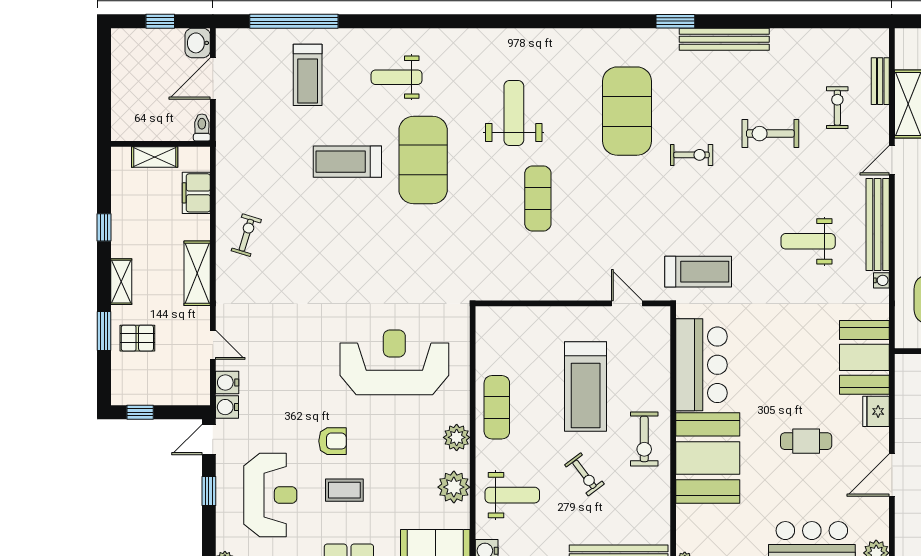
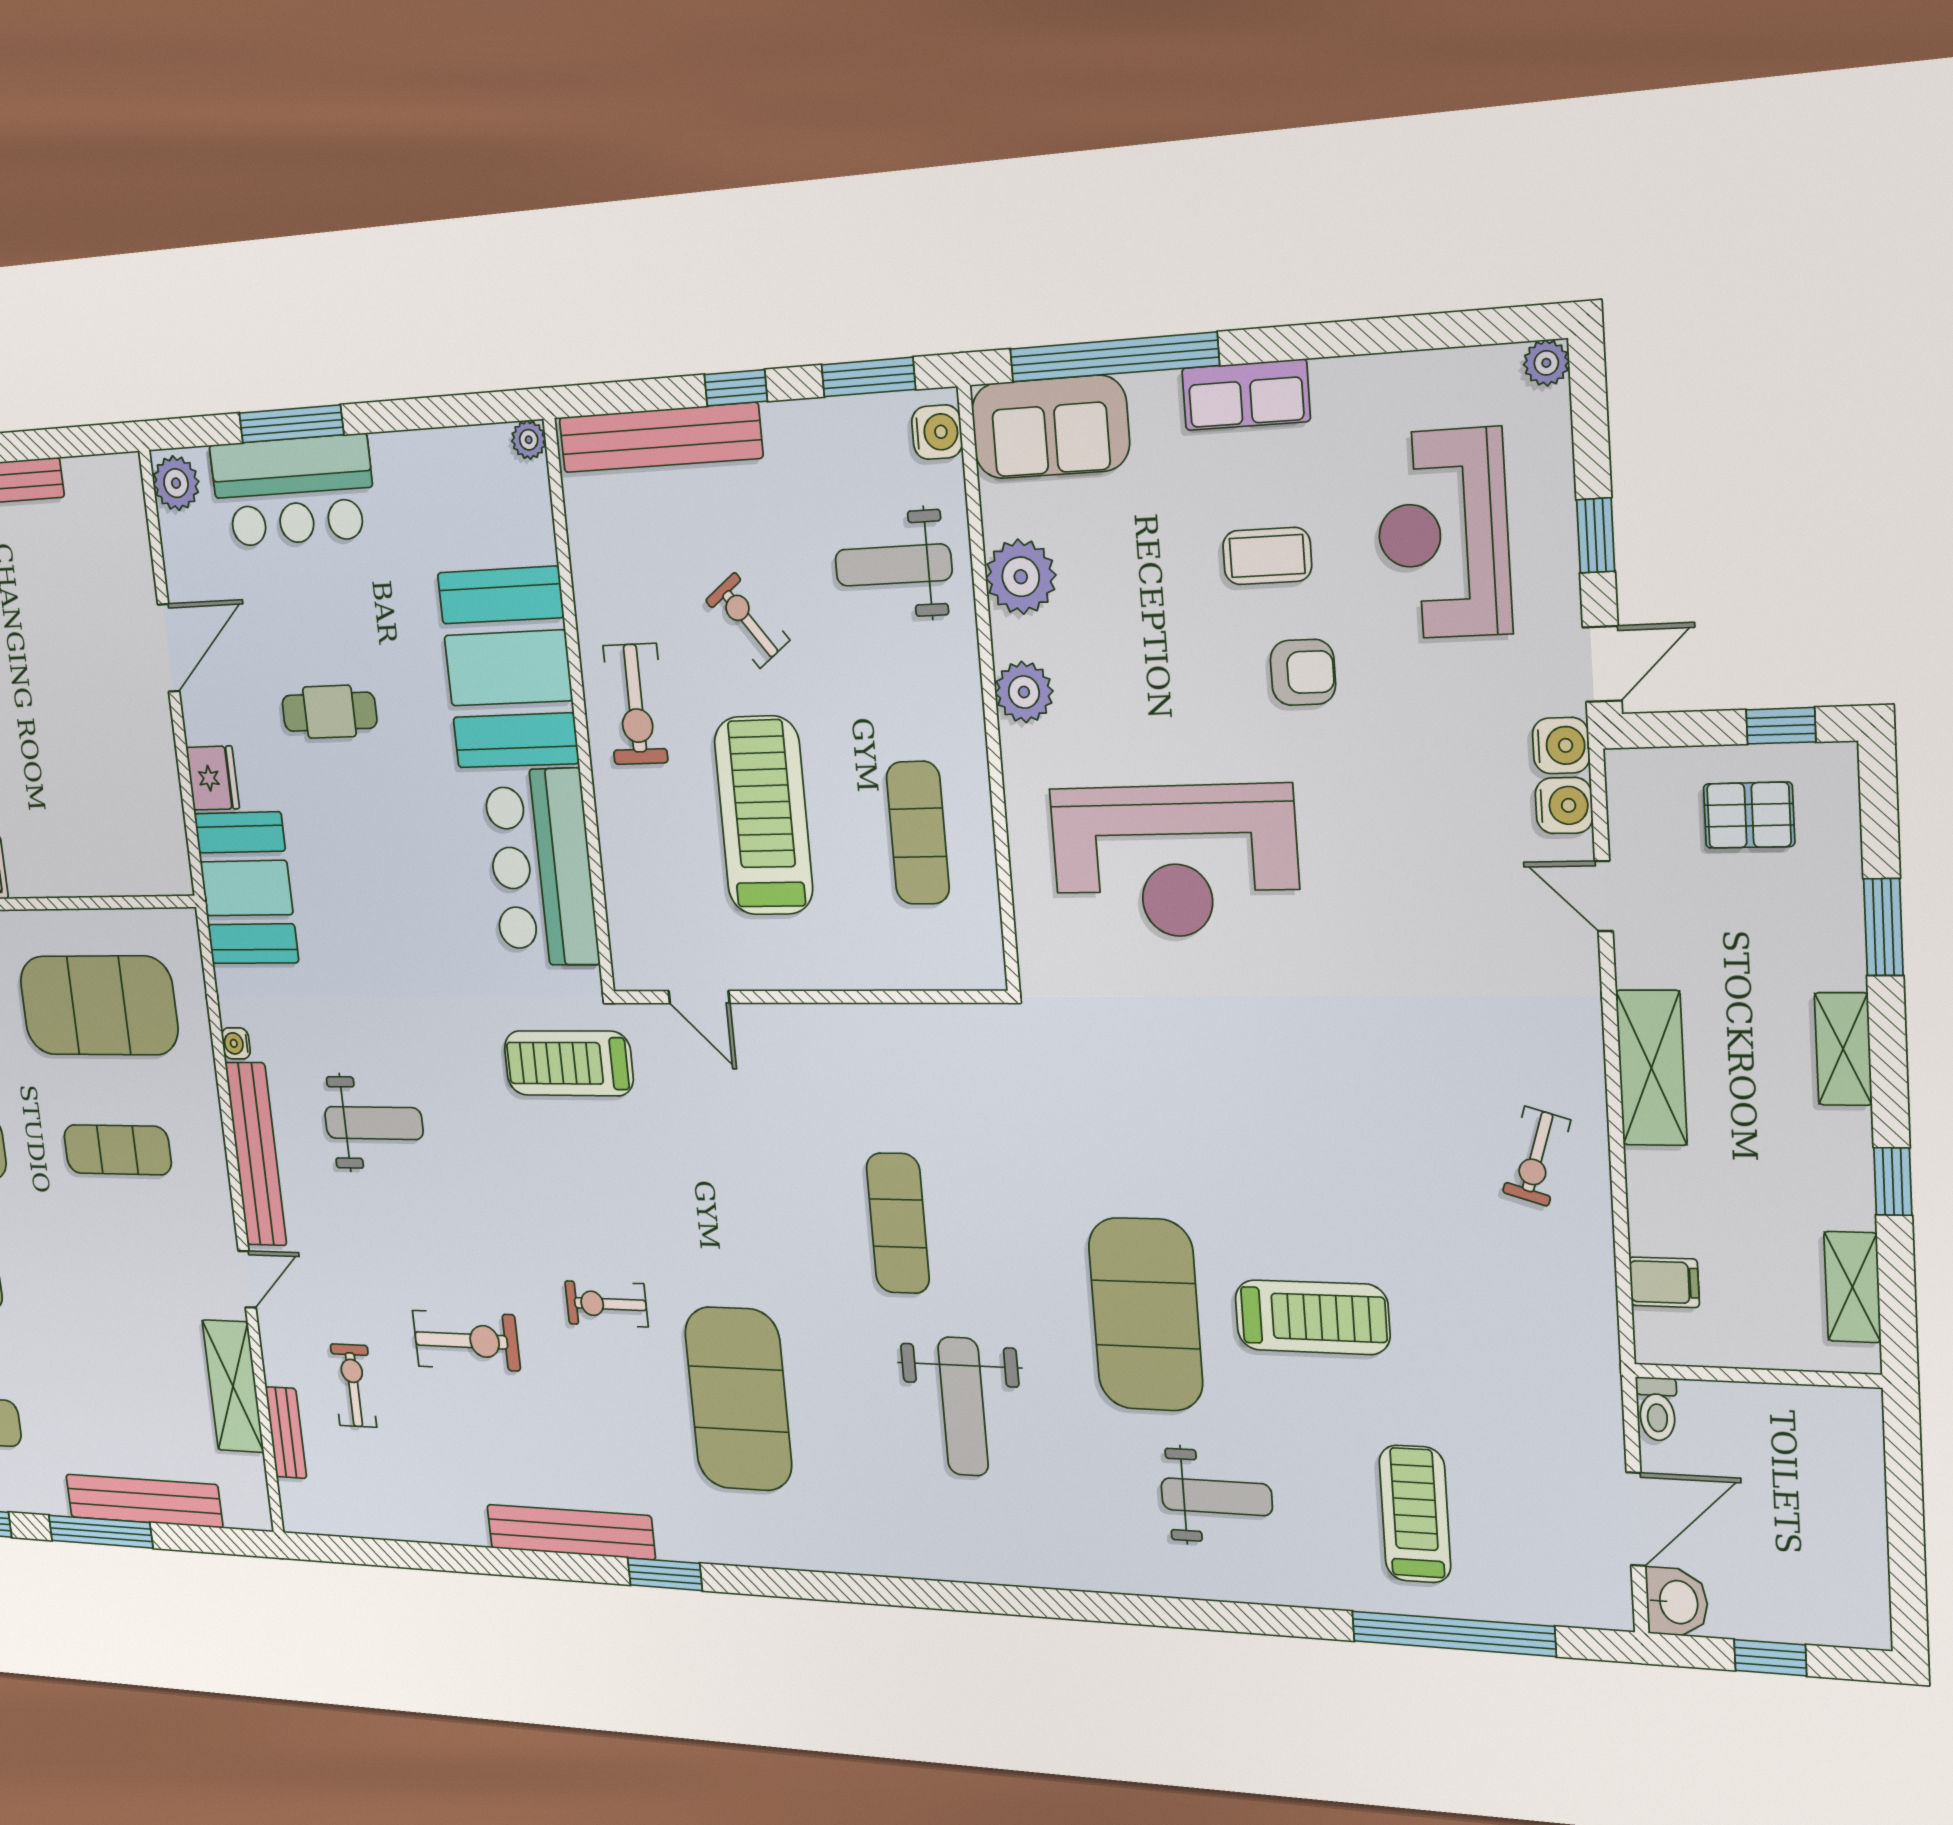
exercise bike: (837, 108) -> (353, 1386), turned 180
shelving: (155, 157) -> (1852, 1287), moved, turned 90
filing cabinet: (196, 193) -> (1664, 1282), width x0.50
pallet: (137, 338) -> (1749, 815), moved
exercise mat: (497, 407) -> (918, 833), moved
exercise bike: (644, 439) -> (636, 704), turned 180
armchair: (333, 441) -> (1303, 672), turned 180

